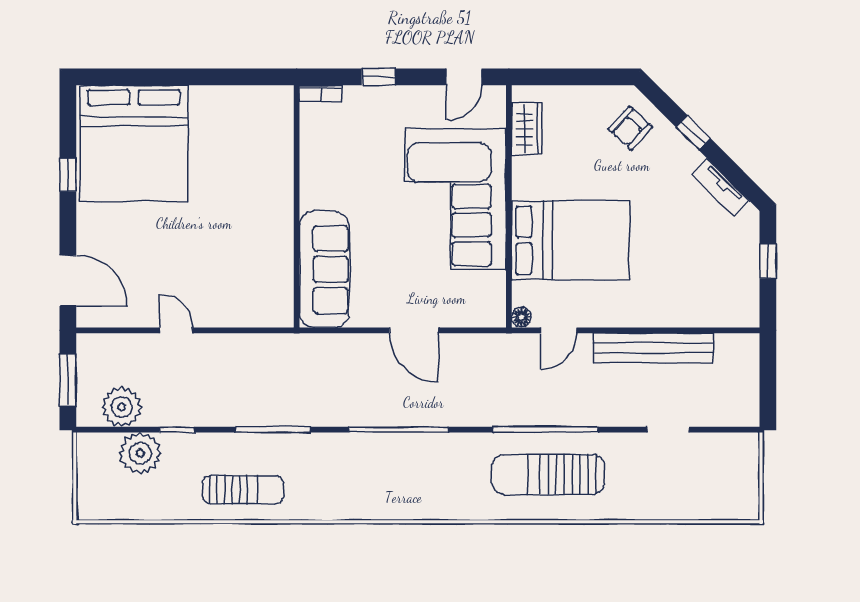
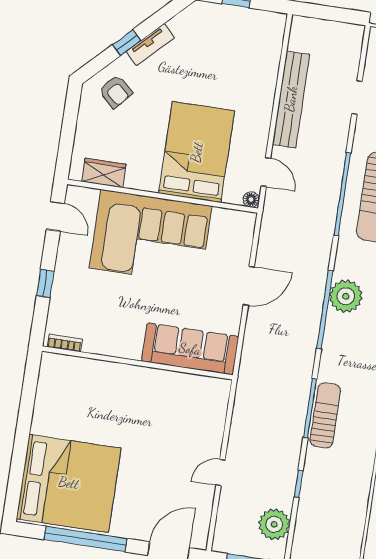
bookcase: (321, 93) -> (65, 343), moved, turned -90
window: (68, 175) -> (85, 539), width x3.17
tv unit: (720, 188) -> (150, 45), moved
plant: (140, 453) -> (346, 296), moved
sun lounger: (243, 490) -> (325, 415), moved

